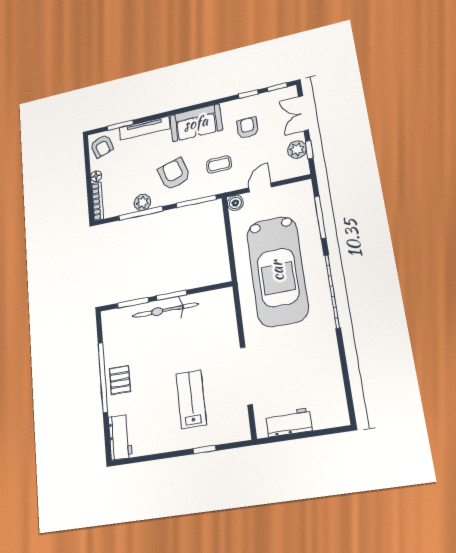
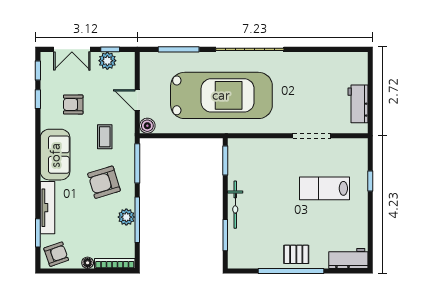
window: (172, 295) -> (225, 161), moved
bicycle: (165, 310) -> (235, 205), width x0.73, depth x0.71
doorway: (246, 376) -> (312, 136), width x0.73

